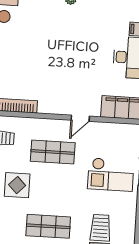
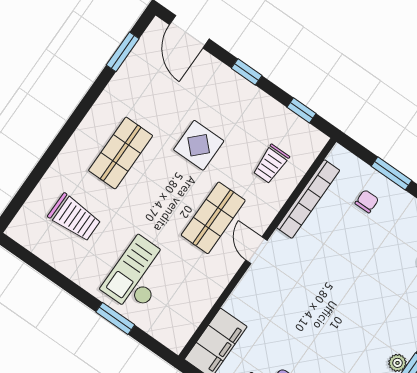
door: (80, 118) -> (256, 250), moved

